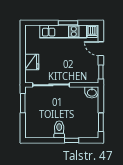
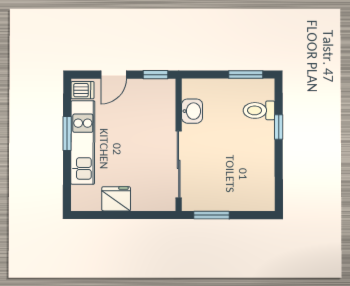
fridge: (32, 62) -> (116, 199), moved
washbasin: (92, 92) -> (192, 111), moved
toilet: (59, 130) -> (259, 110), moved

